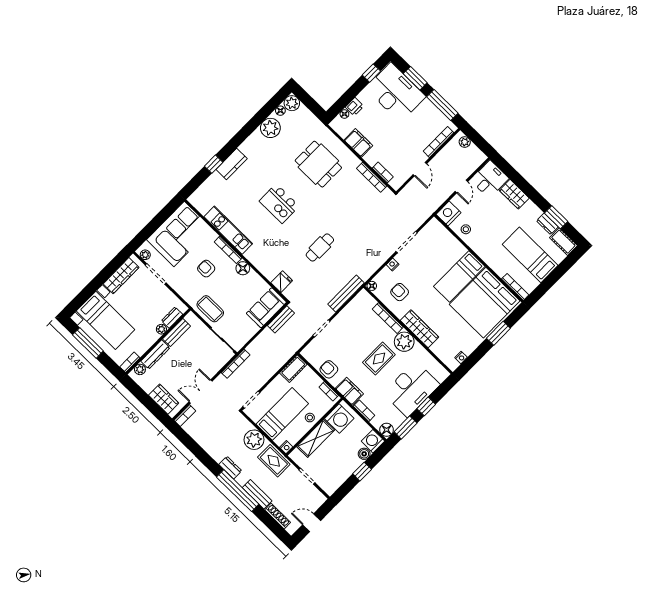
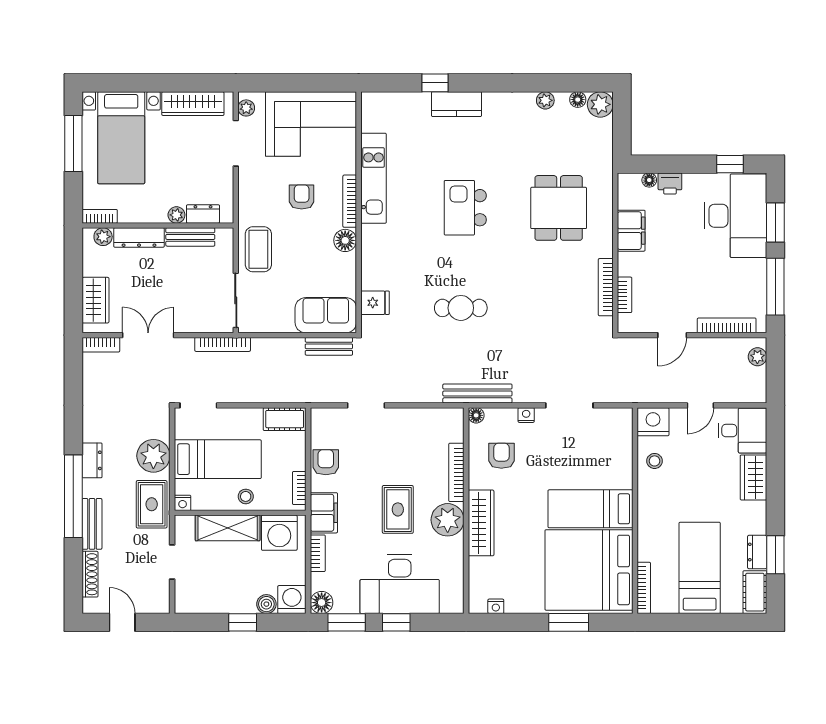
plant: (270, 128) -> (545, 100), width x0.53, depth x0.53
bench: (346, 293) -> (477, 393), moved
rug: (379, 358) -> (398, 509), turned 90

